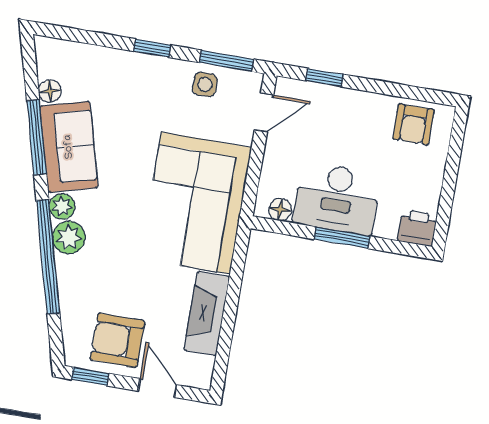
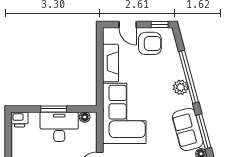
plant: (62, 206) -> (186, 101), removed

